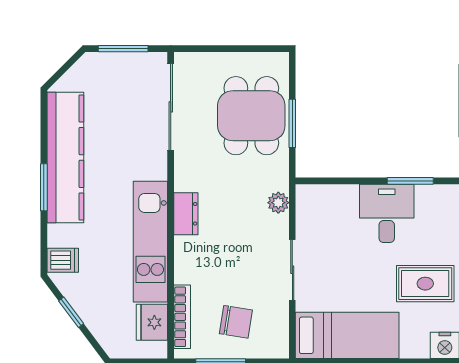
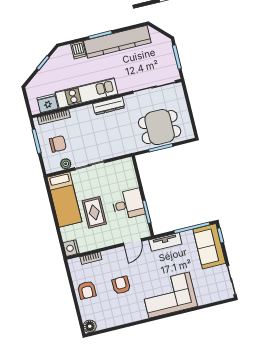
plant: (278, 203) -> (66, 164), moved
dresser: (186, 214) -> (109, 106), width x1.44
dishwasher: (63, 260) -> (78, 50), moved
rug: (425, 284) -> (94, 212), moved
chair: (236, 322) -> (58, 144), turned -99

